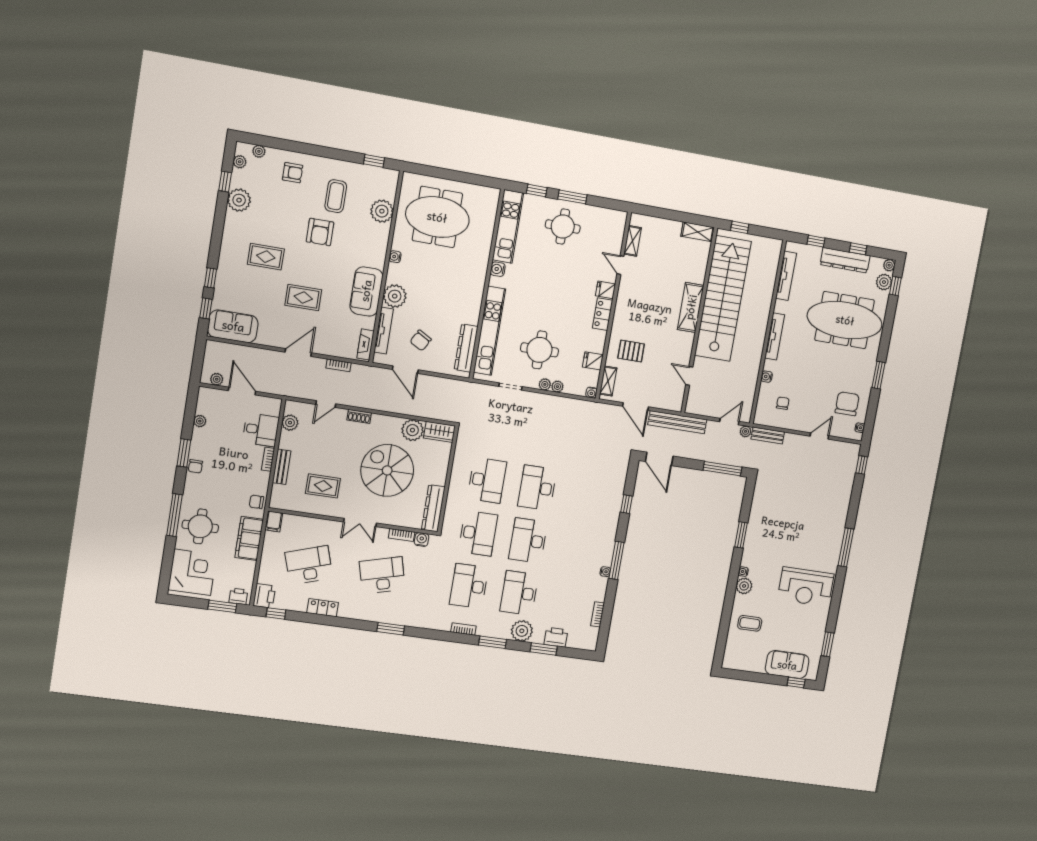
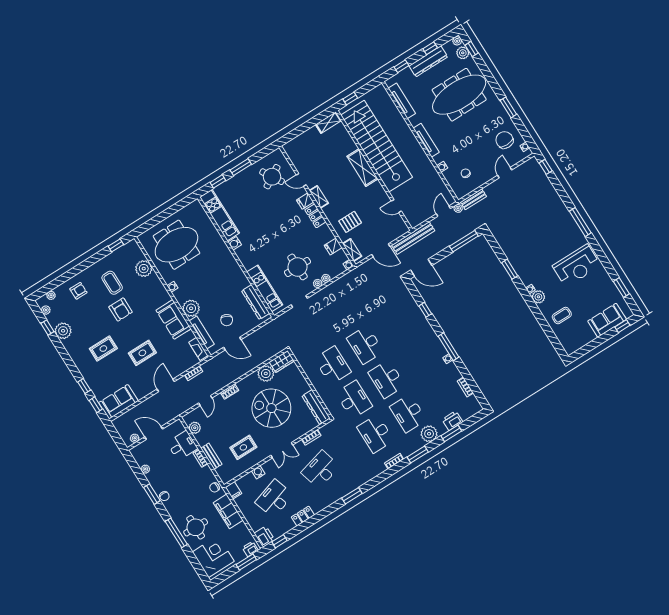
round table: (563, 227) -> (272, 177), moved, turned -31
shelving: (633, 241) -> (319, 197), moved
kitchen unit: (490, 331) -> (265, 288), width x0.73
water cooler: (422, 540) -> (258, 472), moved

